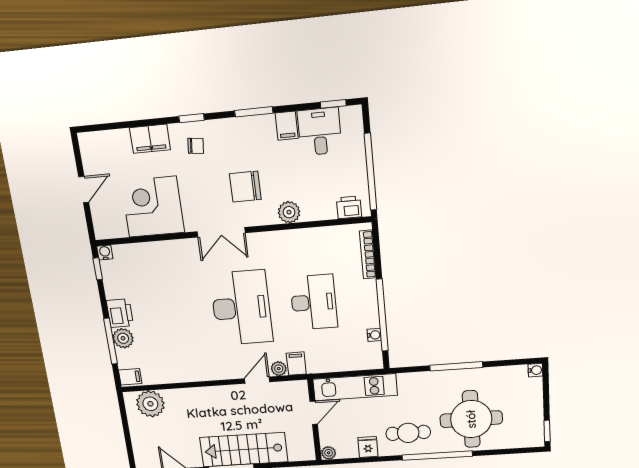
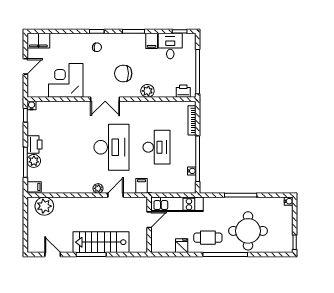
filing cabinet: (150, 139) -> (38, 41), moved
plant: (279, 369) -> (98, 188), moved
plant: (329, 453) -> (156, 248), removed

